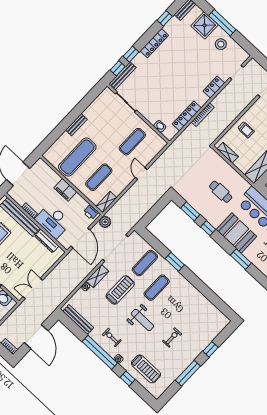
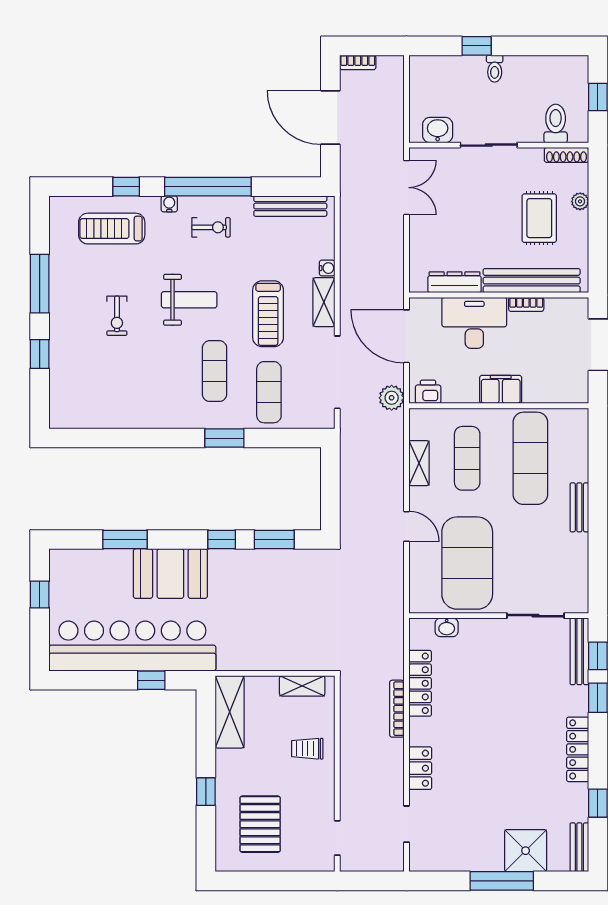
stool: (221, 44) -> (472, 845), removed
exercise mat: (132, 142) -> (467, 563), width x2.00, depth x1.45
cafe table: (221, 192) -> (256, 615), removed
shelving: (106, 202) -> (419, 463), moved
weight bench: (142, 320) -> (189, 300), turned 180

